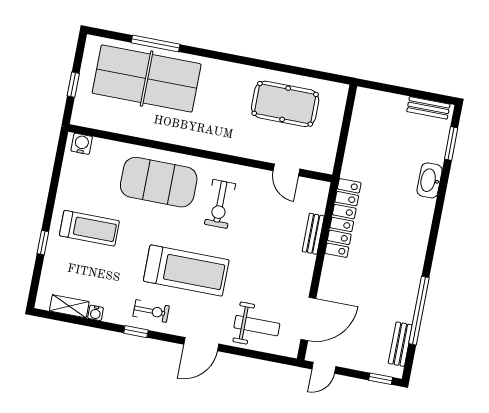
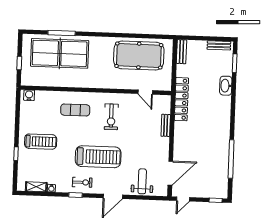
pool table: (285, 104) -> (139, 56), width x1.36, depth x1.32
exercise mat: (159, 182) -> (75, 110), width x0.50, depth x0.69
locker: (343, 218) -> (181, 99), moved
weight bench: (257, 326) -> (142, 181), turned -90
bench: (400, 344) -> (181, 52), moved

